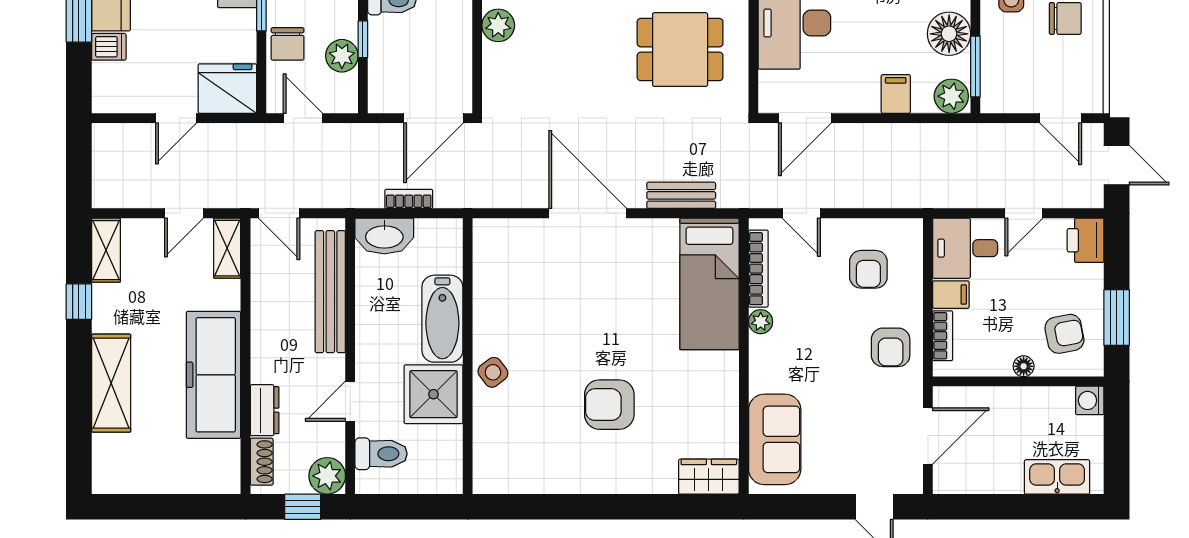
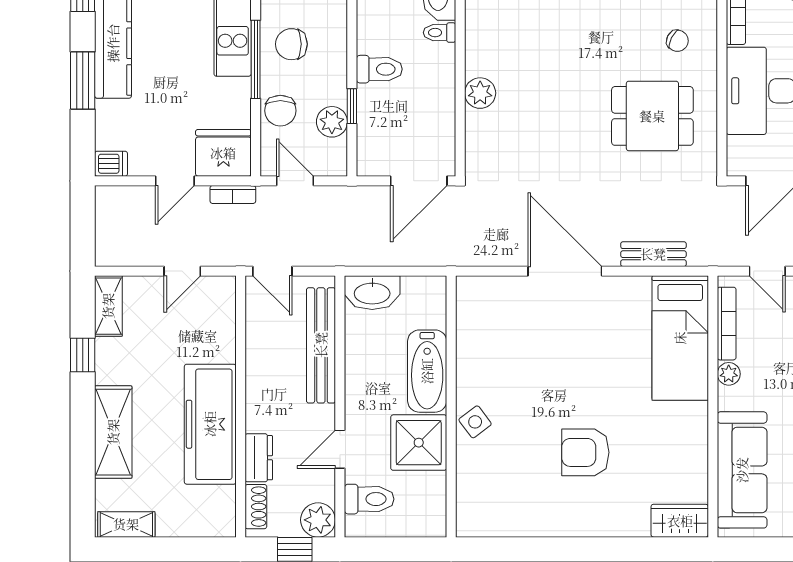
dishwasher: (109, 47) -> (111, 164), moved
bookcase: (409, 199) -> (233, 194), moved, turned 180
shelving: (227, 248) -> (126, 524), moved, turned 90
sofa: (775, 439) -> (742, 470), width x1.36

